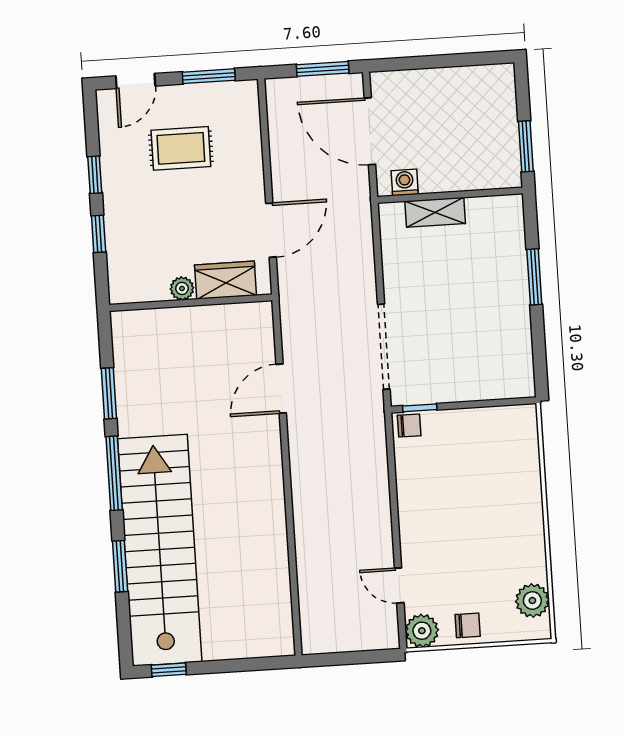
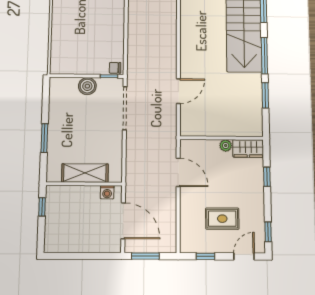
window: (209, 76) -> (206, 256), width x0.67
window: (526, 146) -> (42, 207), width x0.67
window: (95, 175) -> (268, 232), moved
shelving: (435, 212) -> (85, 173), width x1.50, depth x1.33
door: (271, 230) -> (178, 172), swing flipped
wardrobe: (226, 280) -> (248, 149), moved
boiler: (460, 385) -> (87, 86), added

